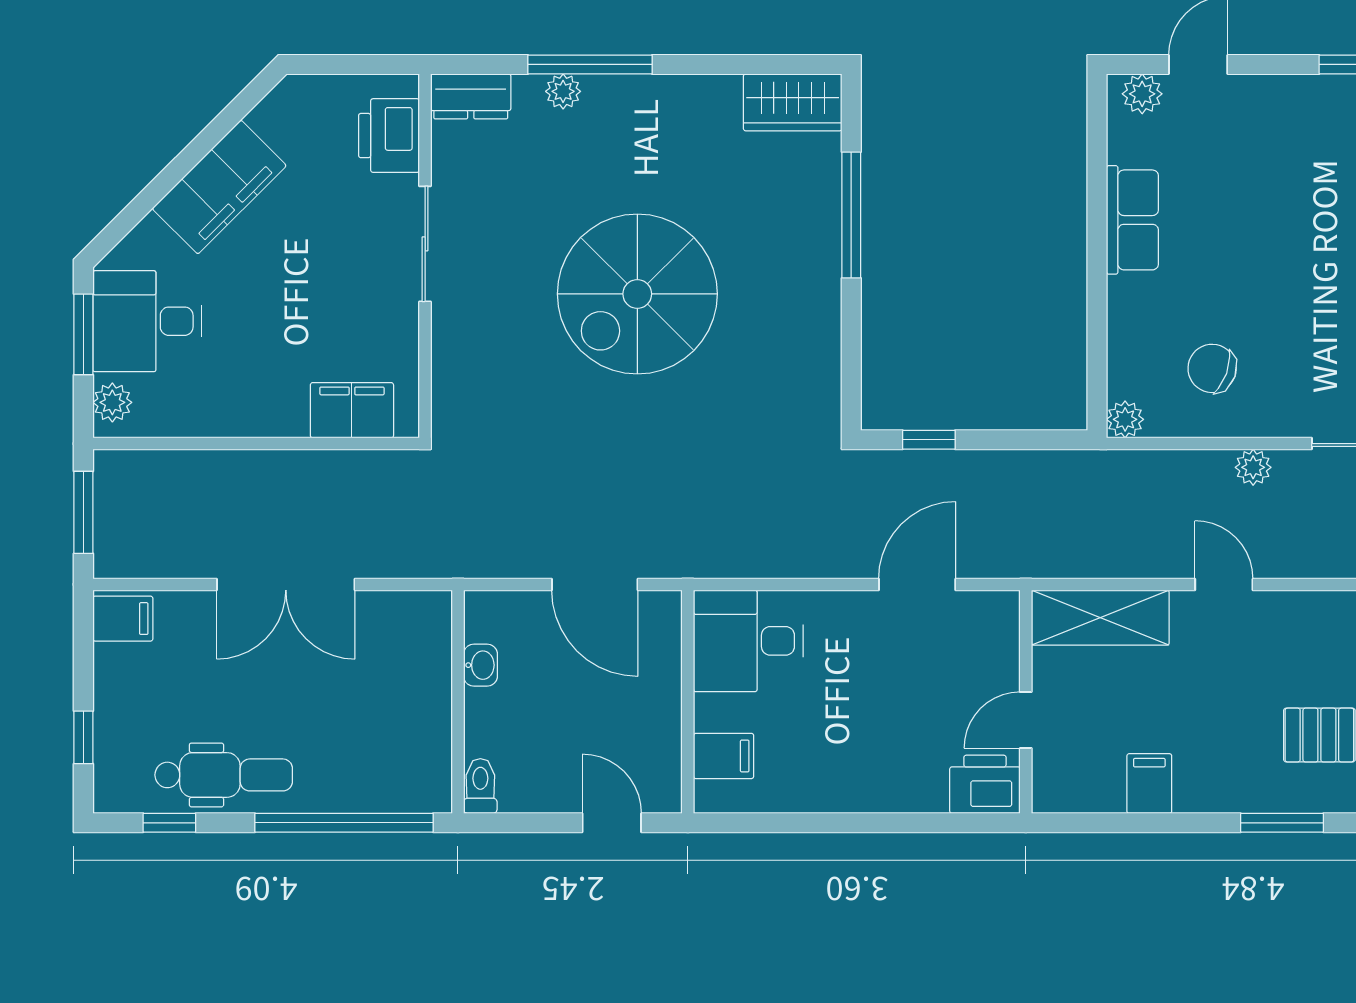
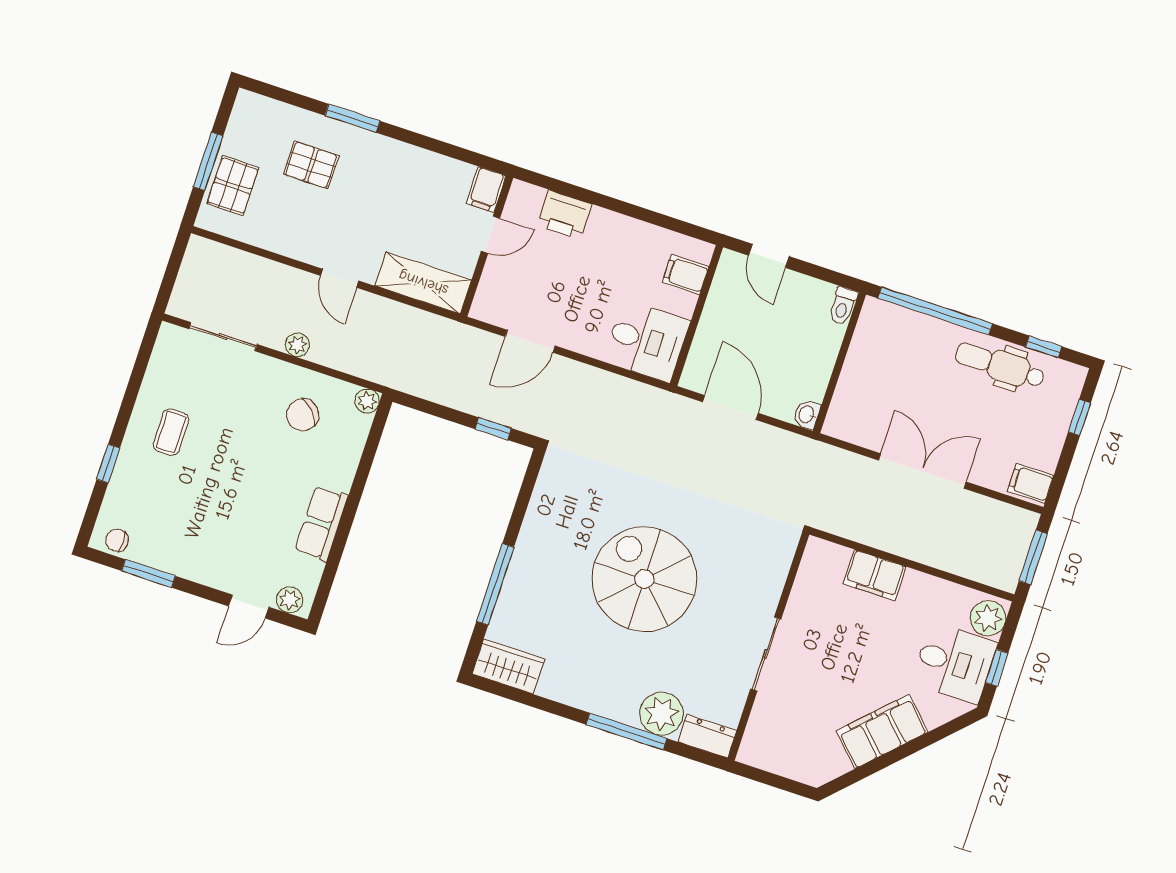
plant: (563, 91) -> (662, 714), width x1.87, depth x1.87
printer: (389, 136) -> (766, 729), removed
spiral stairs: (637, 294) -> (644, 579), turned -90
window: (83, 334) -> (997, 668), width x0.67
chair: (1212, 368) -> (302, 415), turned 117
plant: (112, 402) -> (988, 618), width x1.38, depth x1.38
filing cabinet: (352, 410) -> (875, 575), moved
washbasin: (480, 665) -> (807, 414), moved
printer: (985, 784) -> (564, 215), moved
filing cabinet: (1149, 784) -> (486, 189), moved

